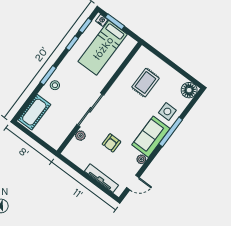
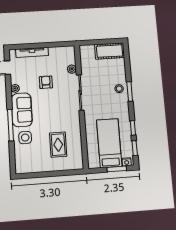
floor lamp: (189, 90) -> (22, 166), removed
cot: (34, 112) -> (110, 51), moved, turned 90

